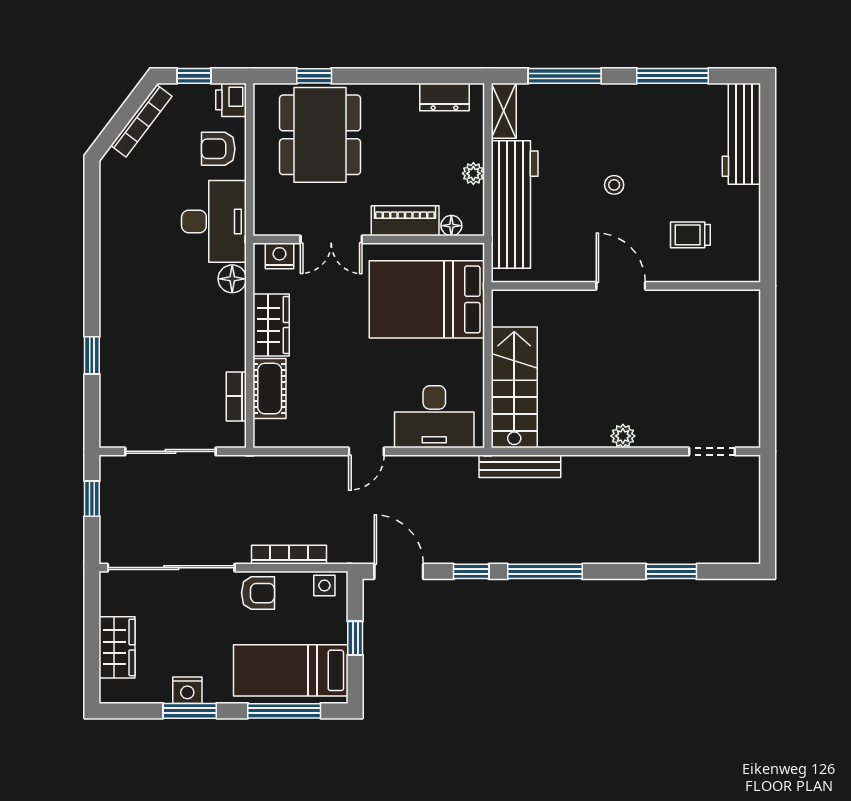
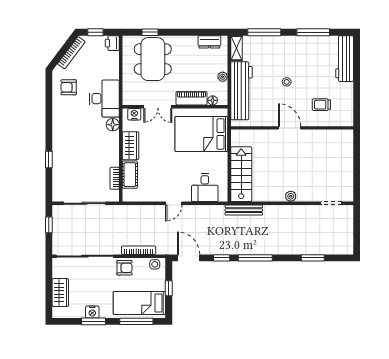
armchair: (218, 149) -> (69, 87), moved
desk: (434, 417) -> (205, 187), width x0.73

